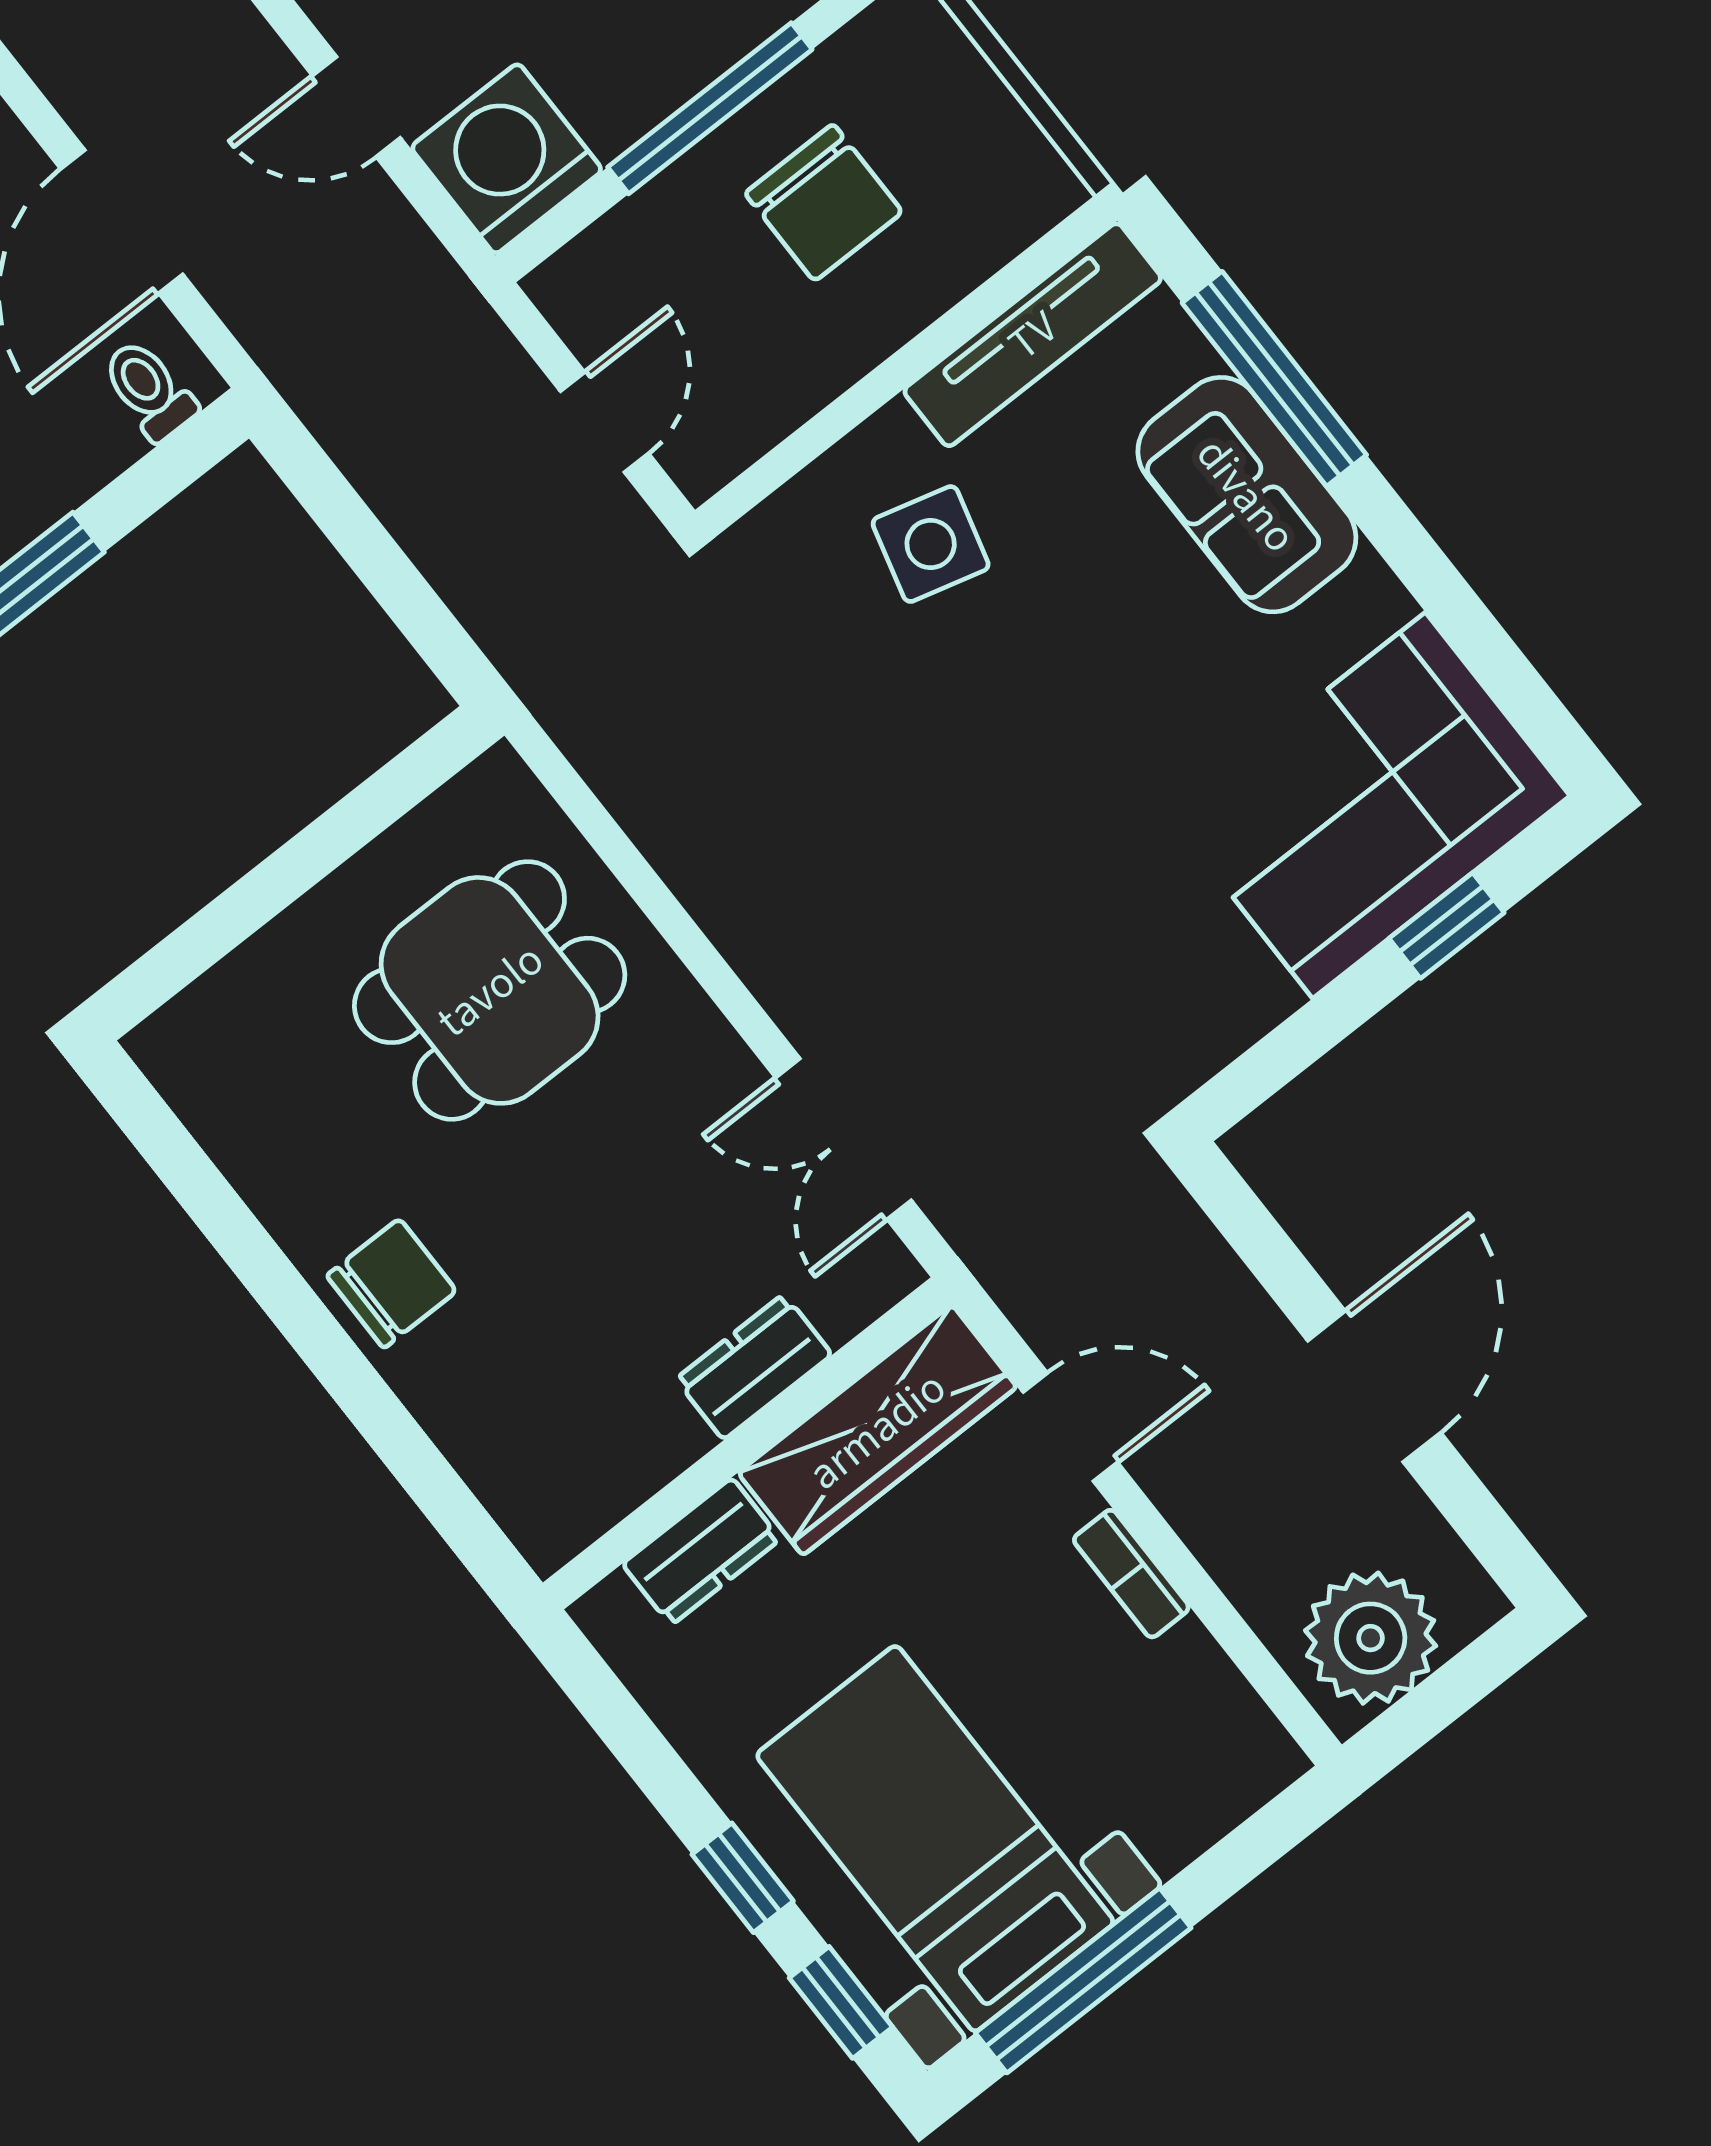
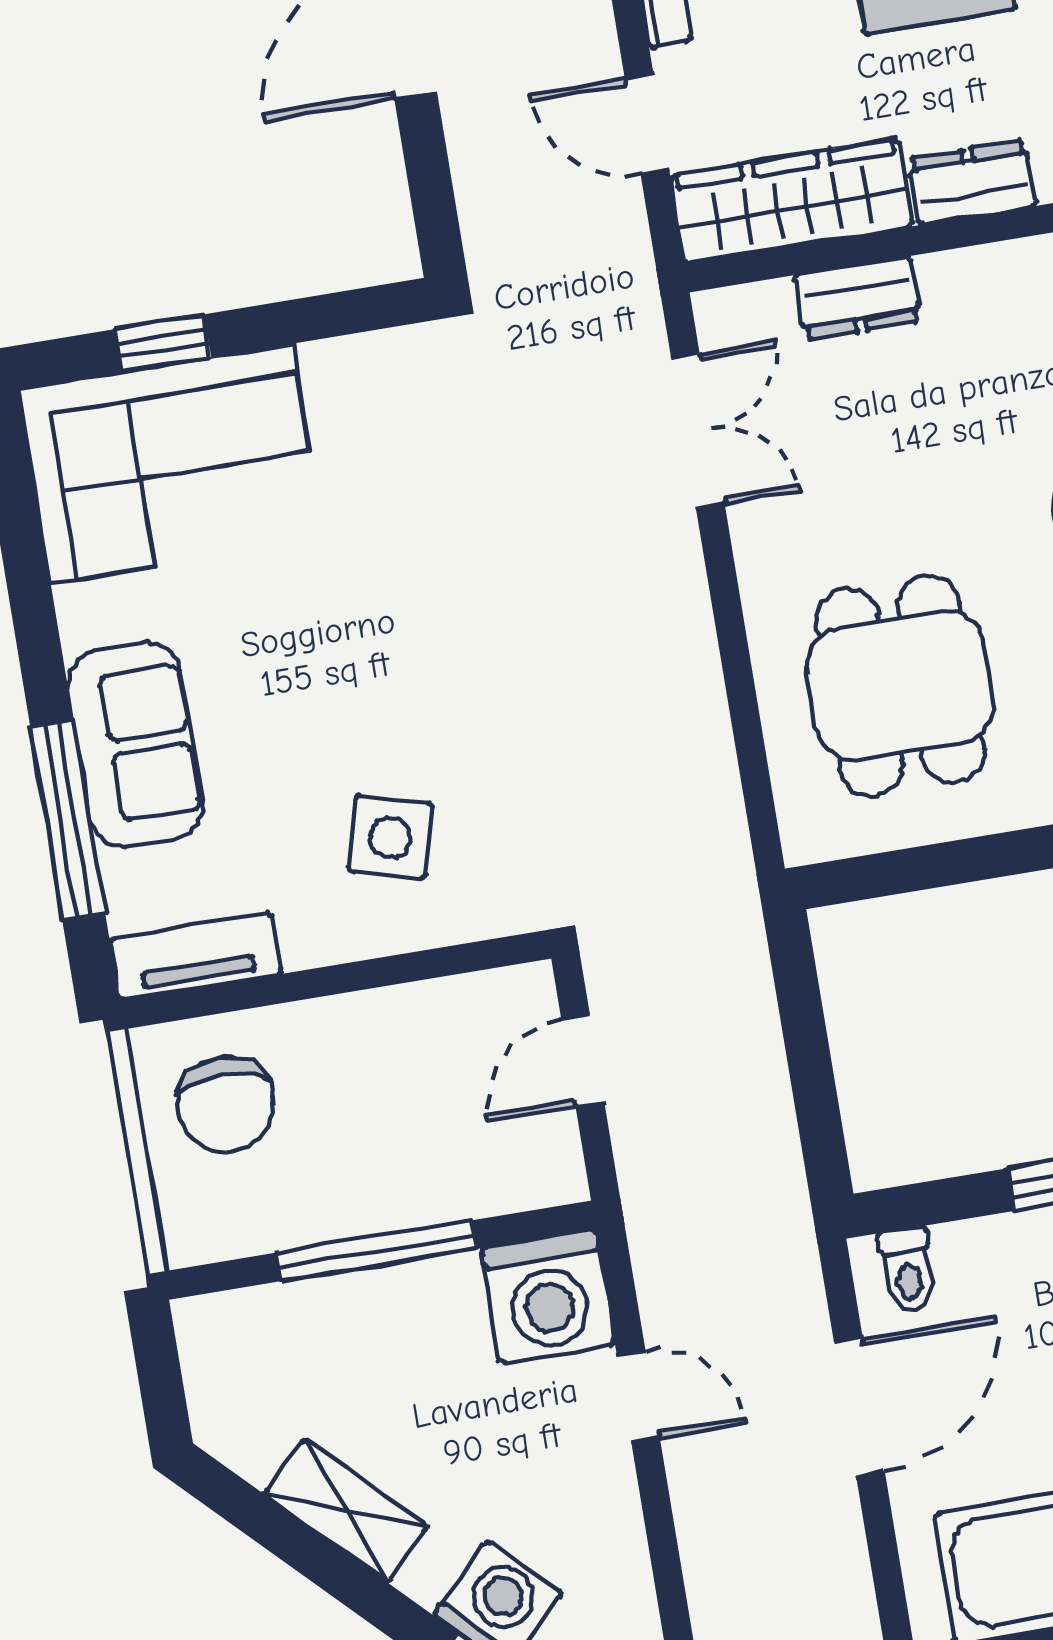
chair: (824, 203) -> (225, 1105), moved, turned 180
tv unit: (1033, 335) -> (196, 956), width x0.71
dining table: (490, 990) -> (900, 686), turned 90

